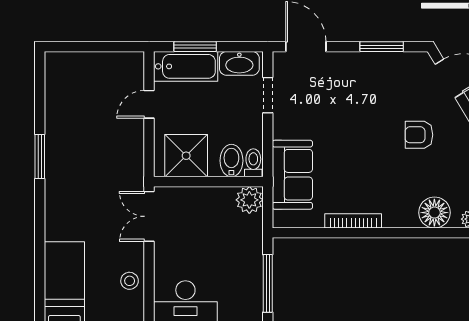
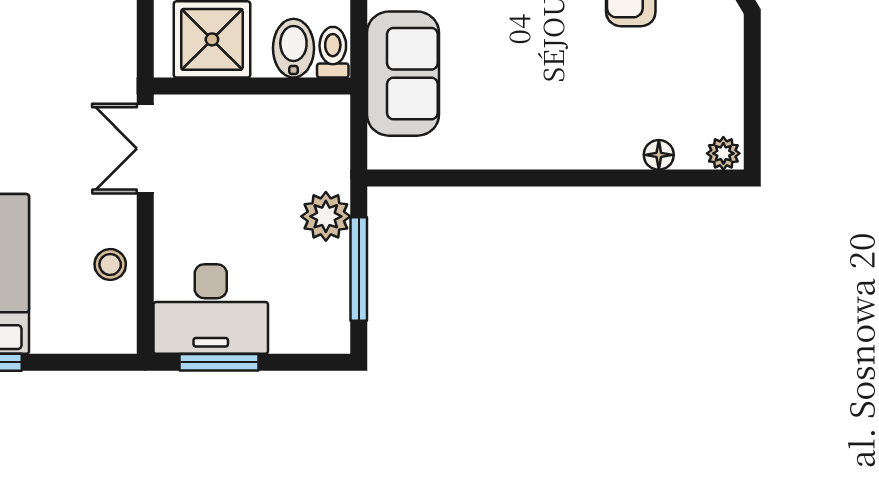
plant: (249, 200) -> (326, 216), moved
floor lamp: (434, 213) -> (659, 155), width x0.53, depth x0.53
bookcase: (353, 221) -> (512, 157), removed

